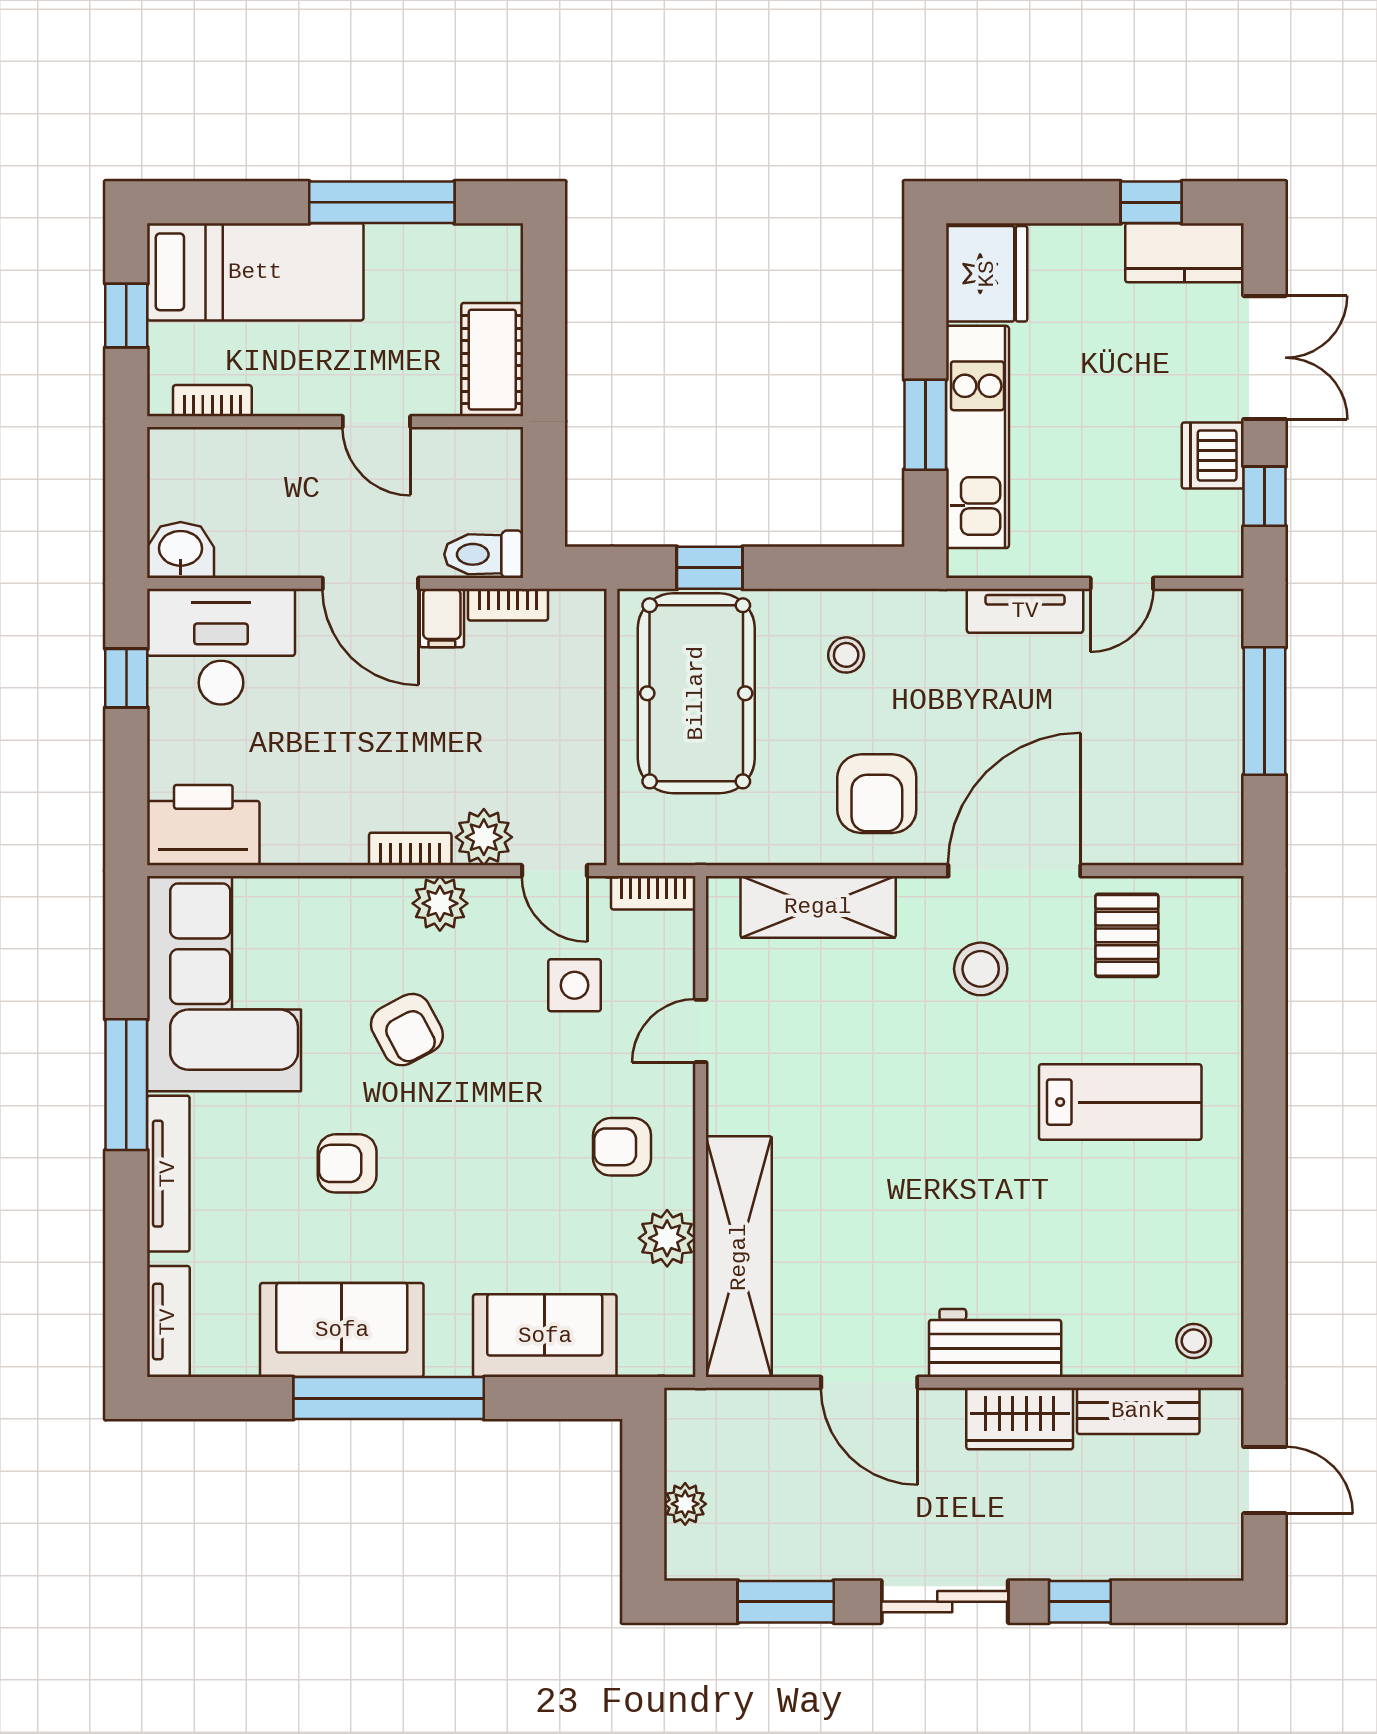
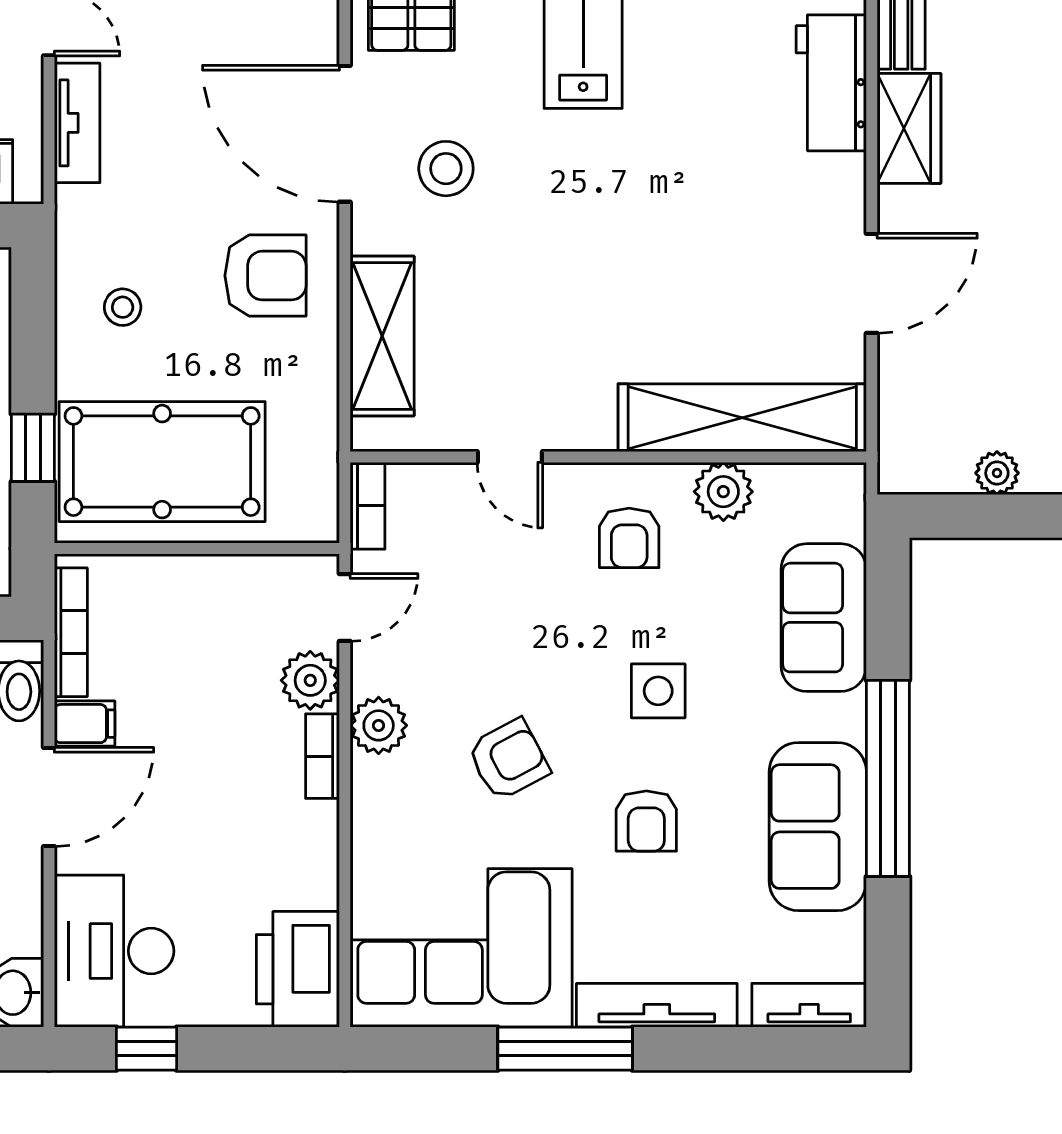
bookcase: (508, 605) -> (71, 632), width x1.56
side table: (575, 985) -> (658, 691), moved
workbench: (995, 1343) -> (831, 83), moved

